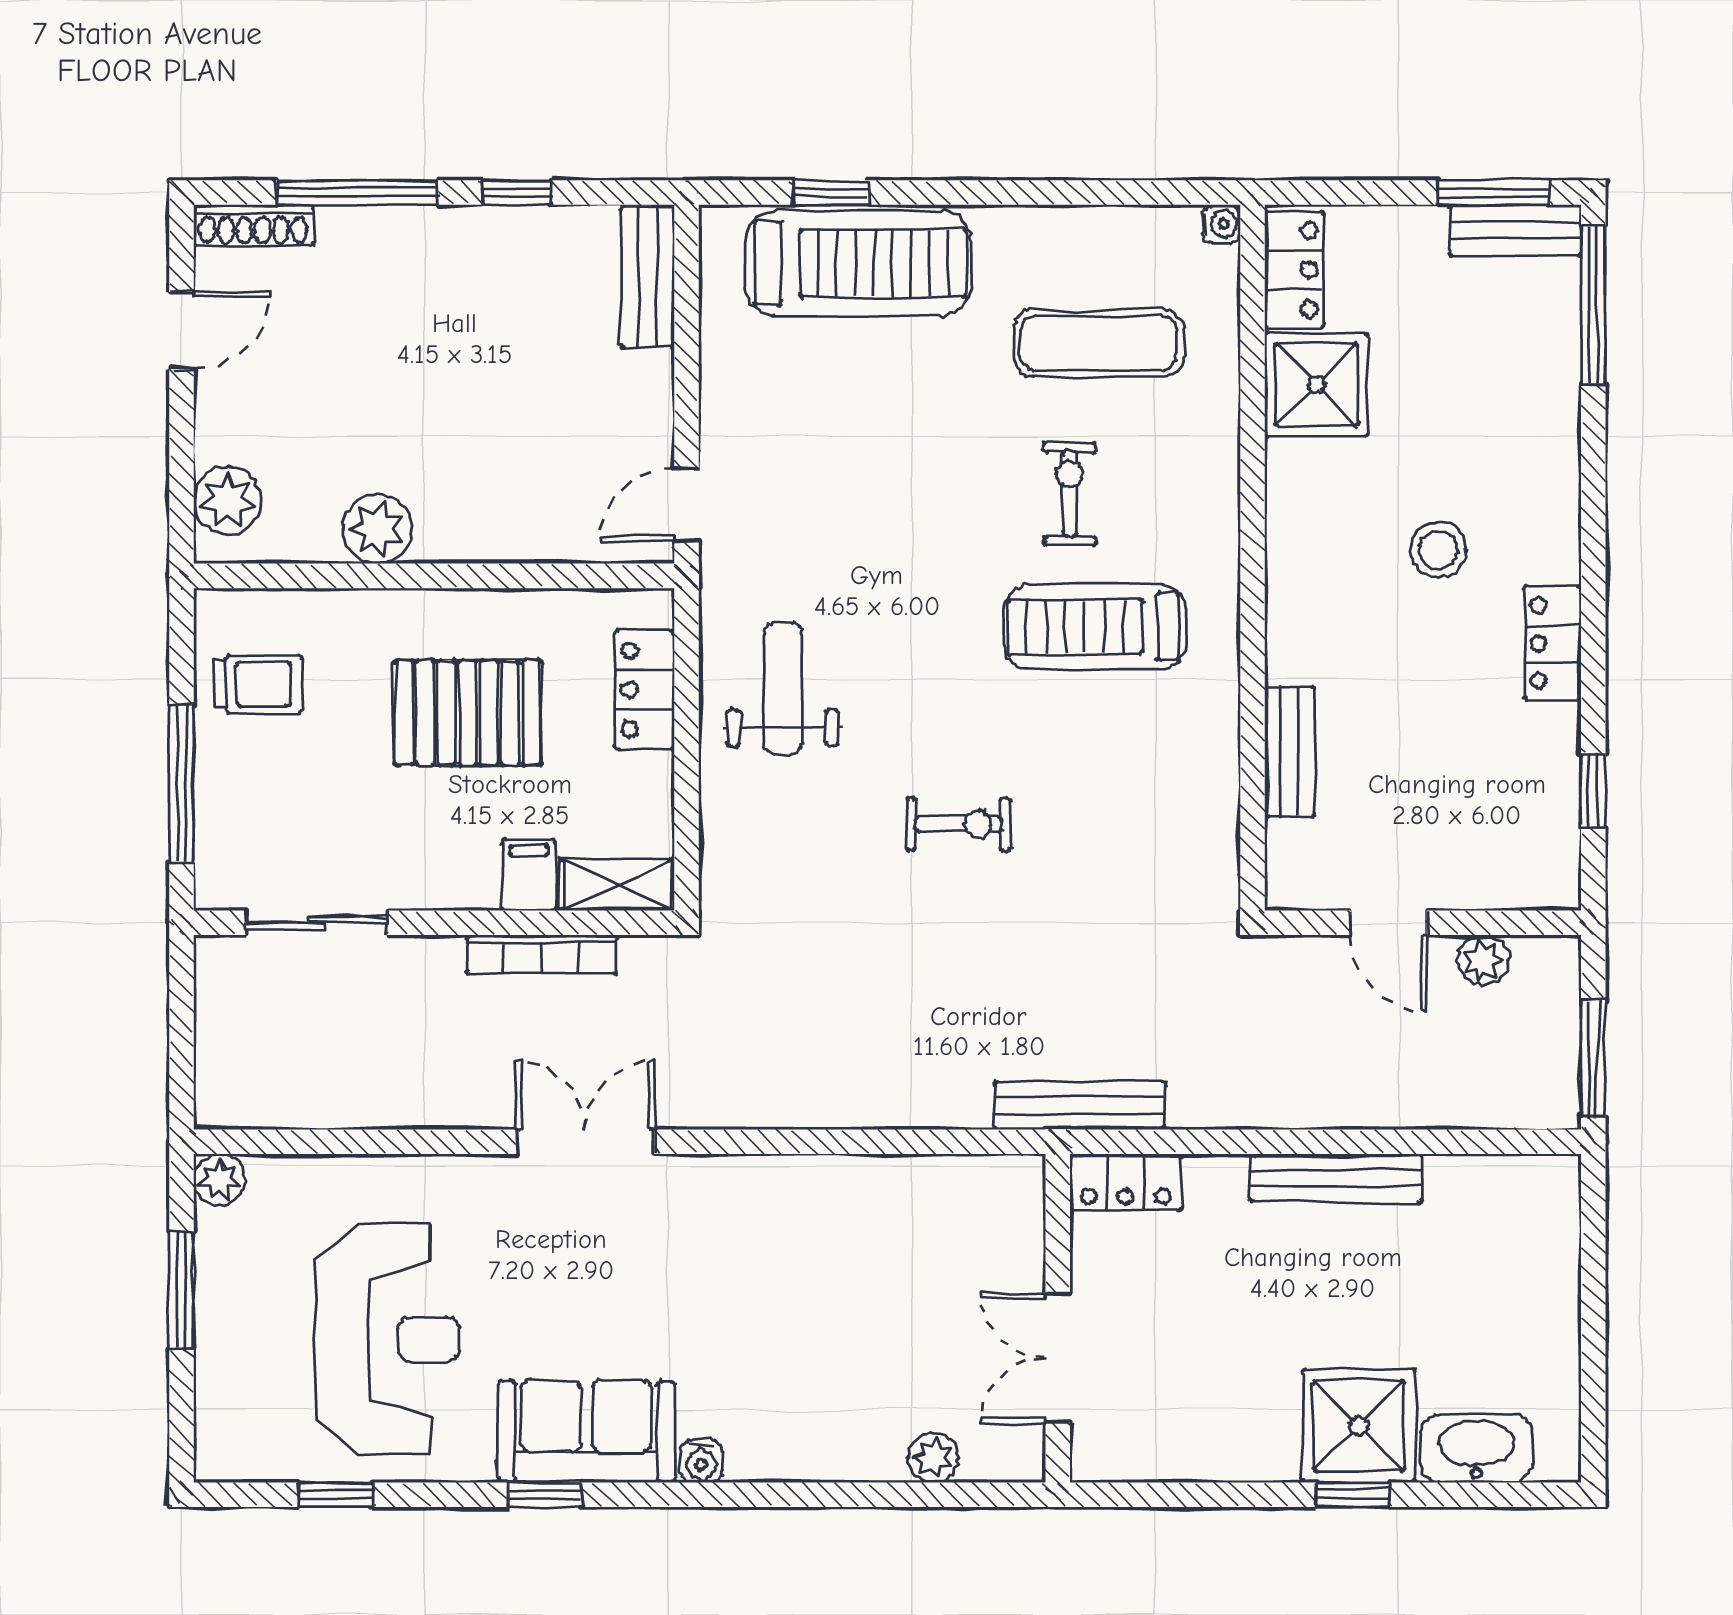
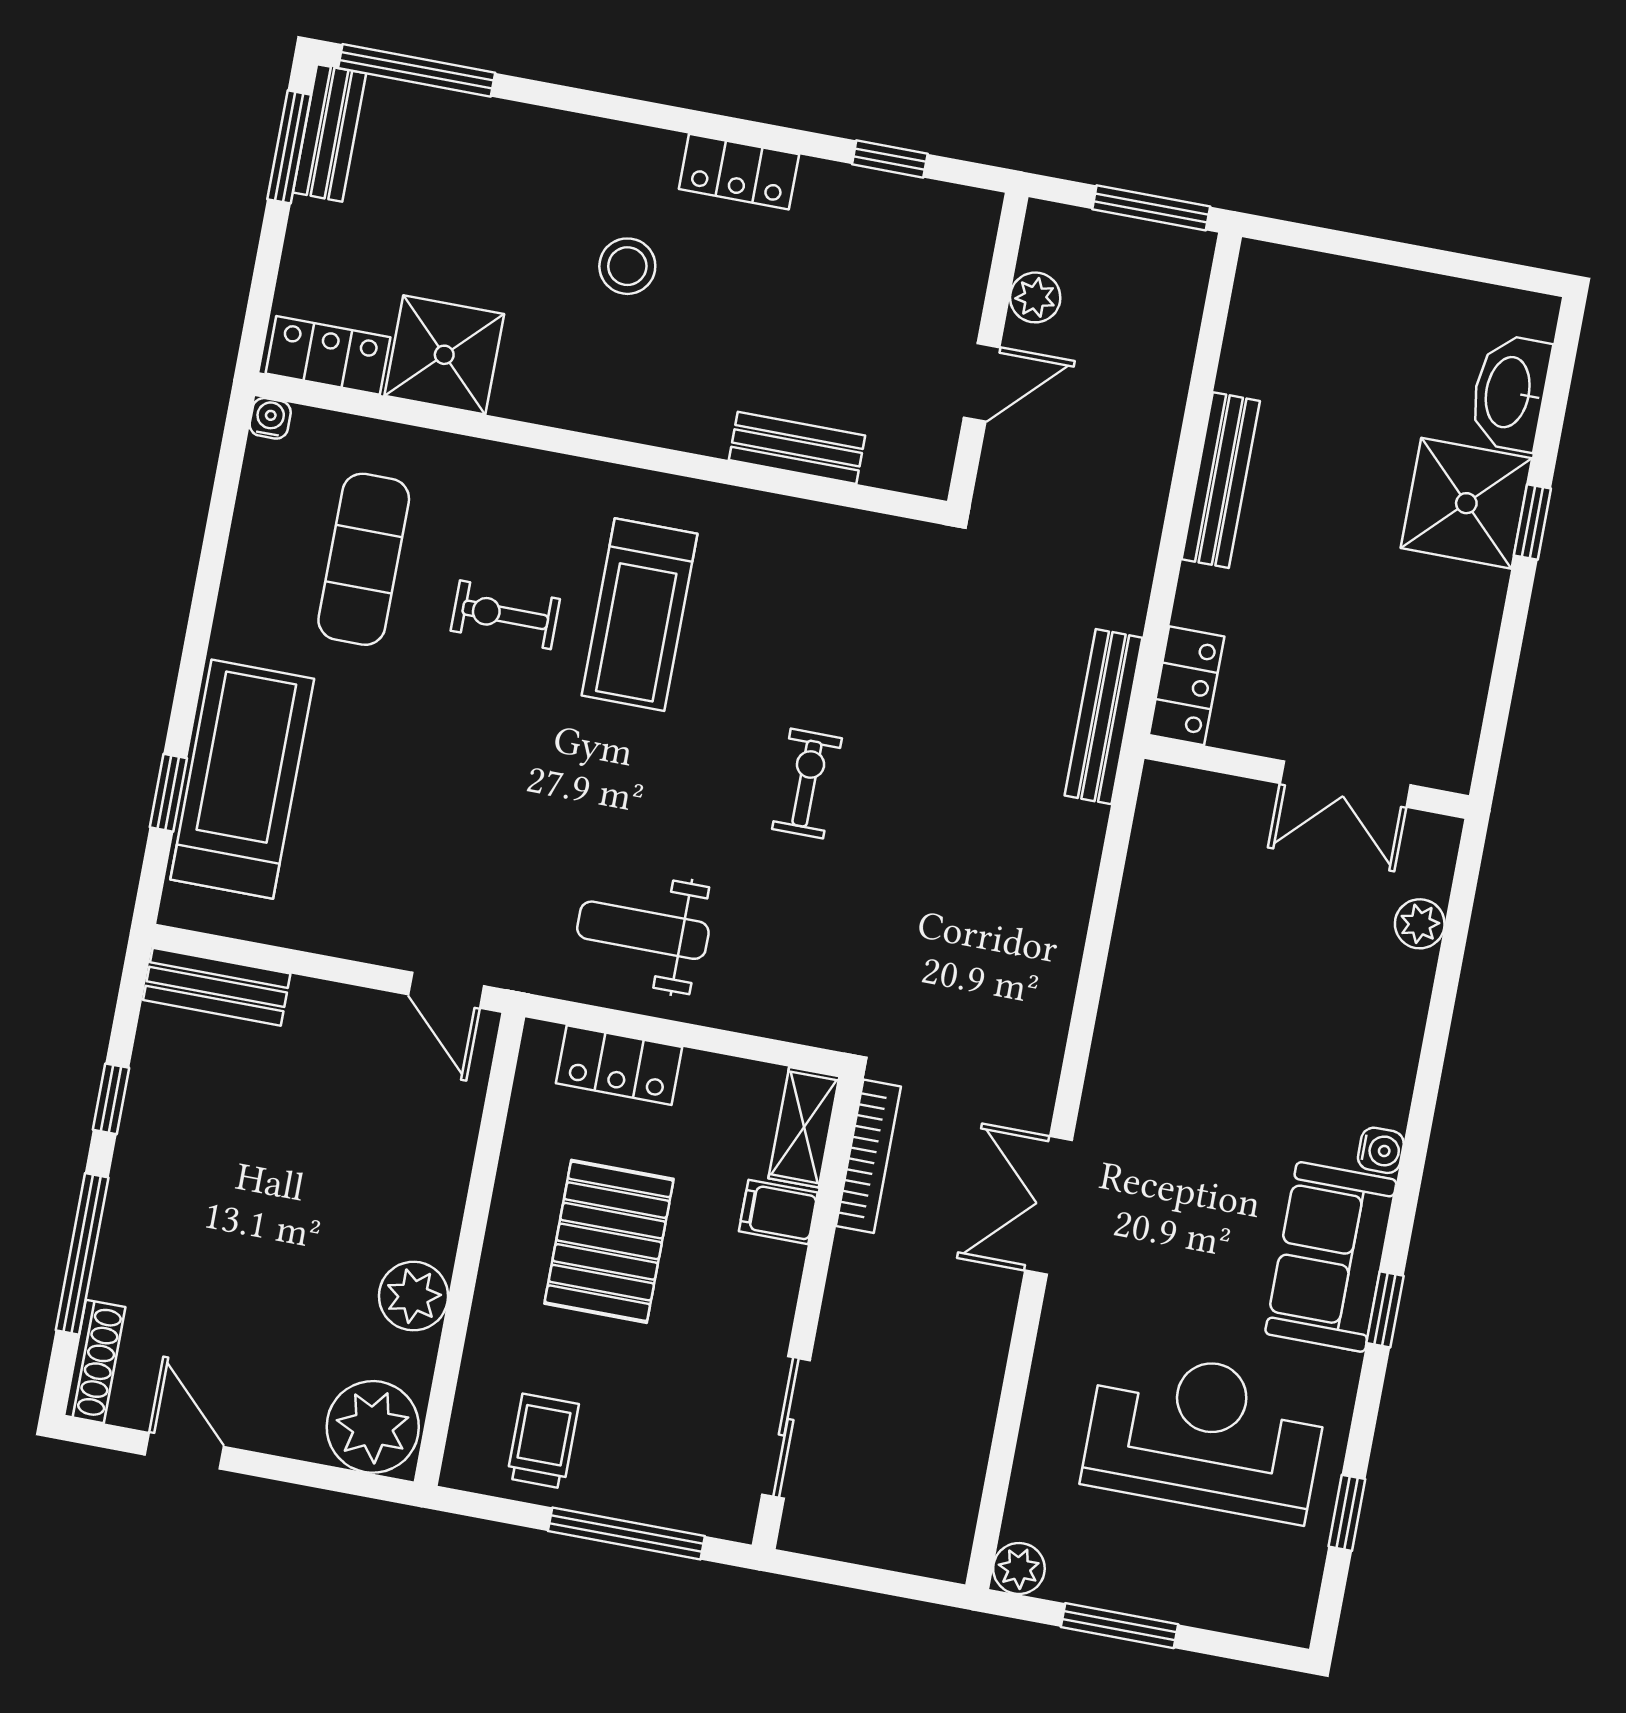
plant: (228, 501) -> (373, 1427), width x1.36, depth x1.36
bookcase: (541, 954) -> (868, 1156), moved

